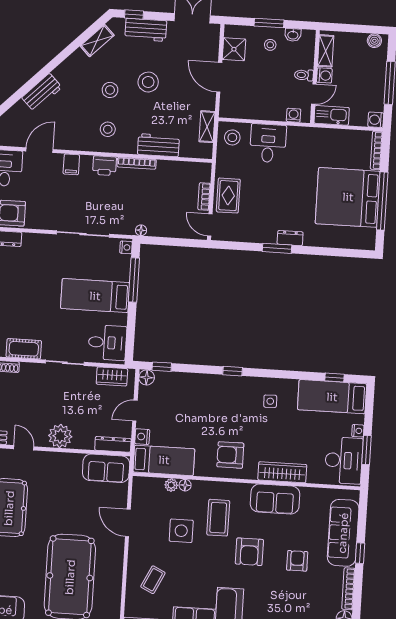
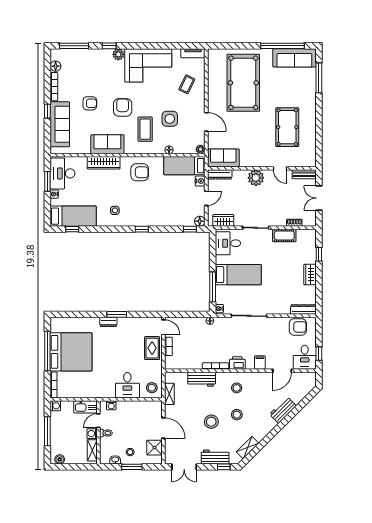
plant: (171, 485) -> (200, 149), moved
armchair: (297, 561) -> (90, 103), turned -90

